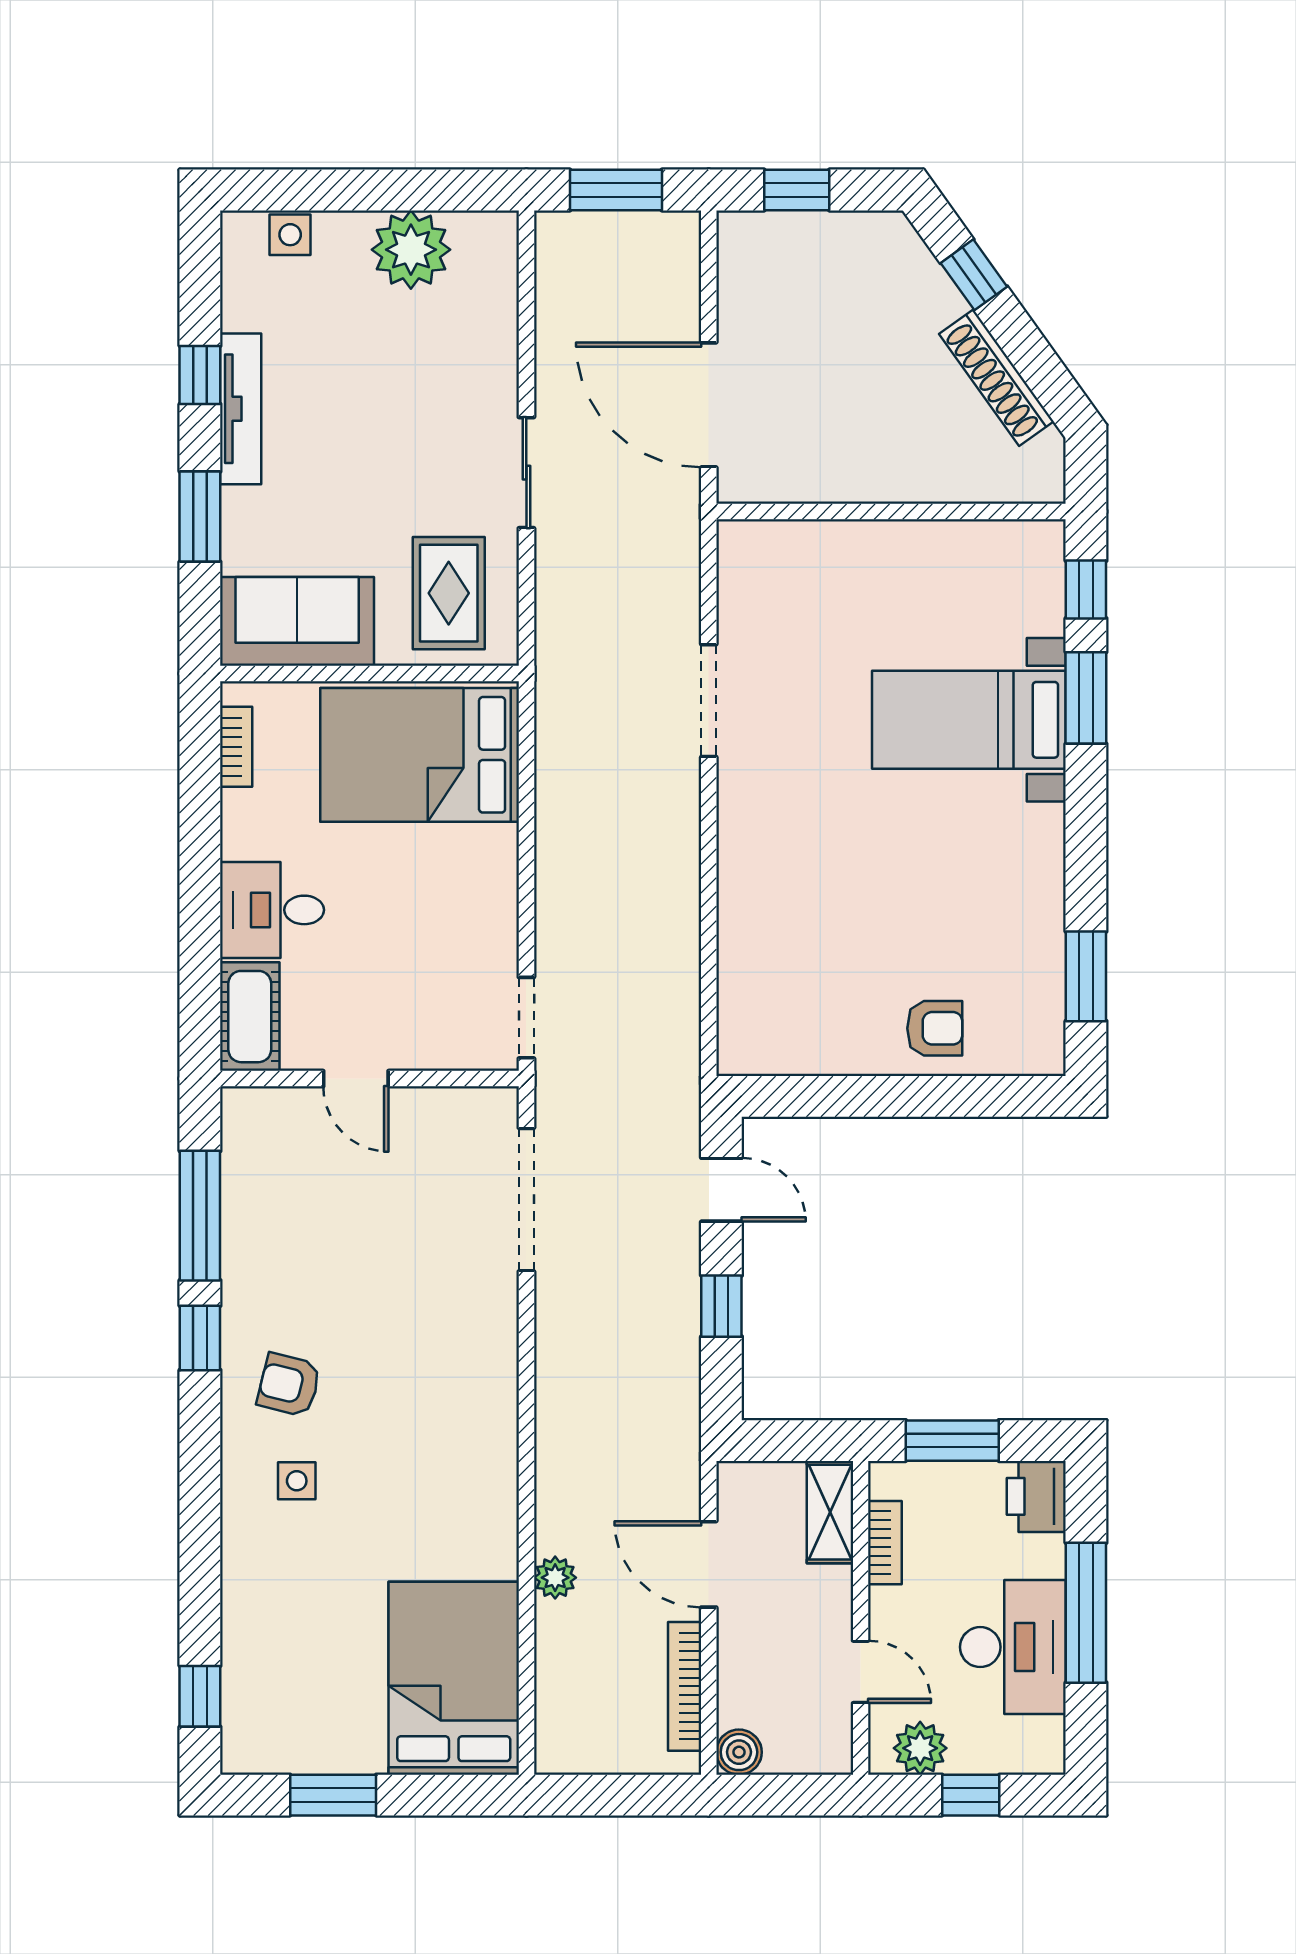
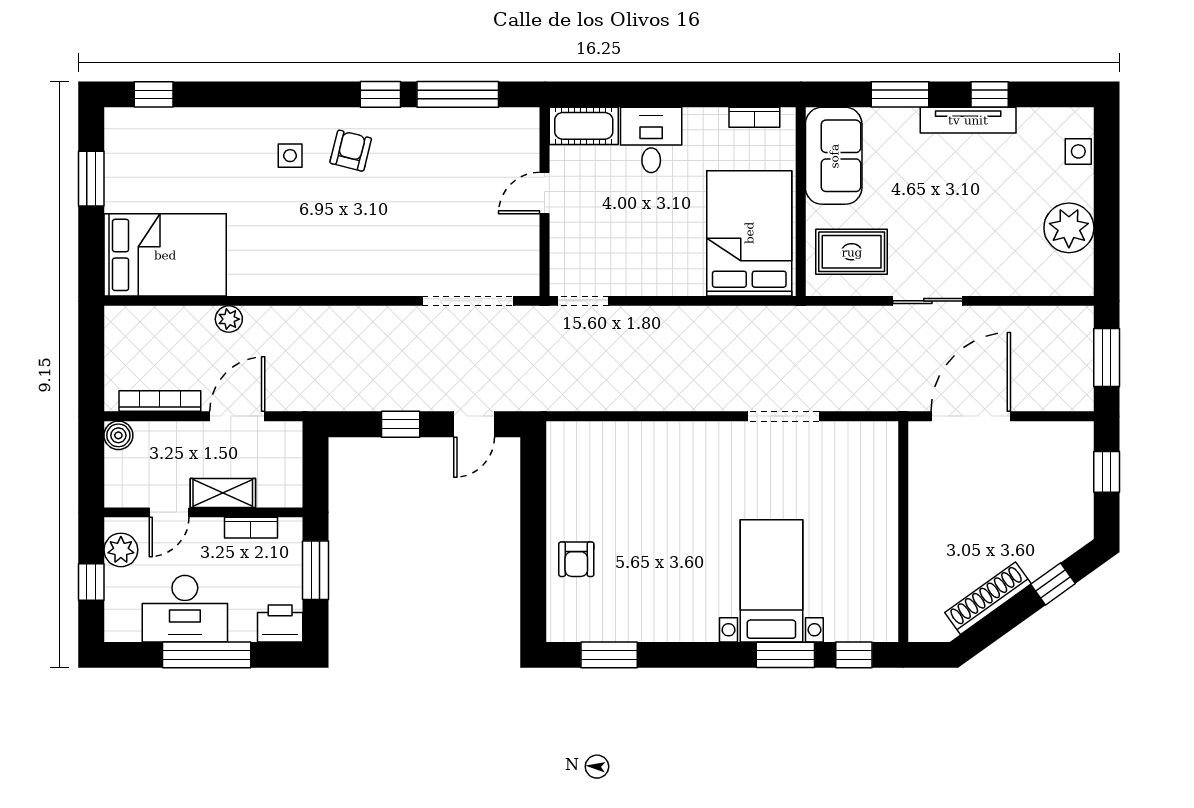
shelving: (830, 1512) -> (223, 493), moved

